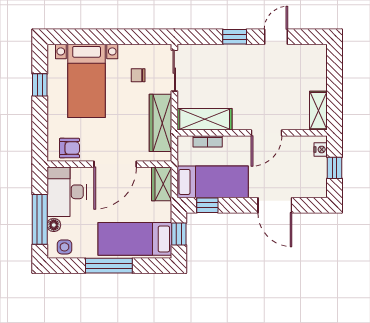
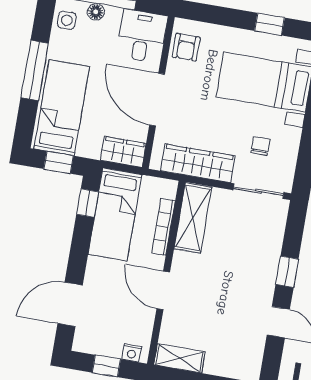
bookcase: (208, 141) -> (164, 227), width x1.56
desk: (67, 192) -> (142, 36), width x0.73
door: (275, 205) -> (70, 304), moved

